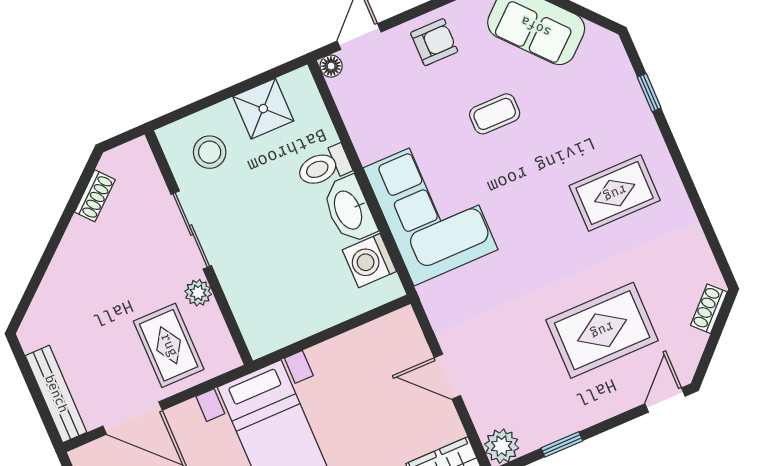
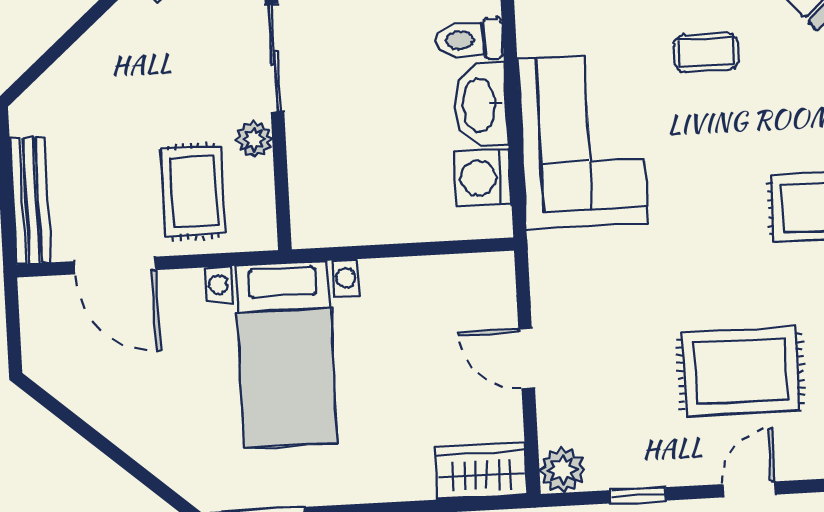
door: (665, 400) -> (749, 489), moved

